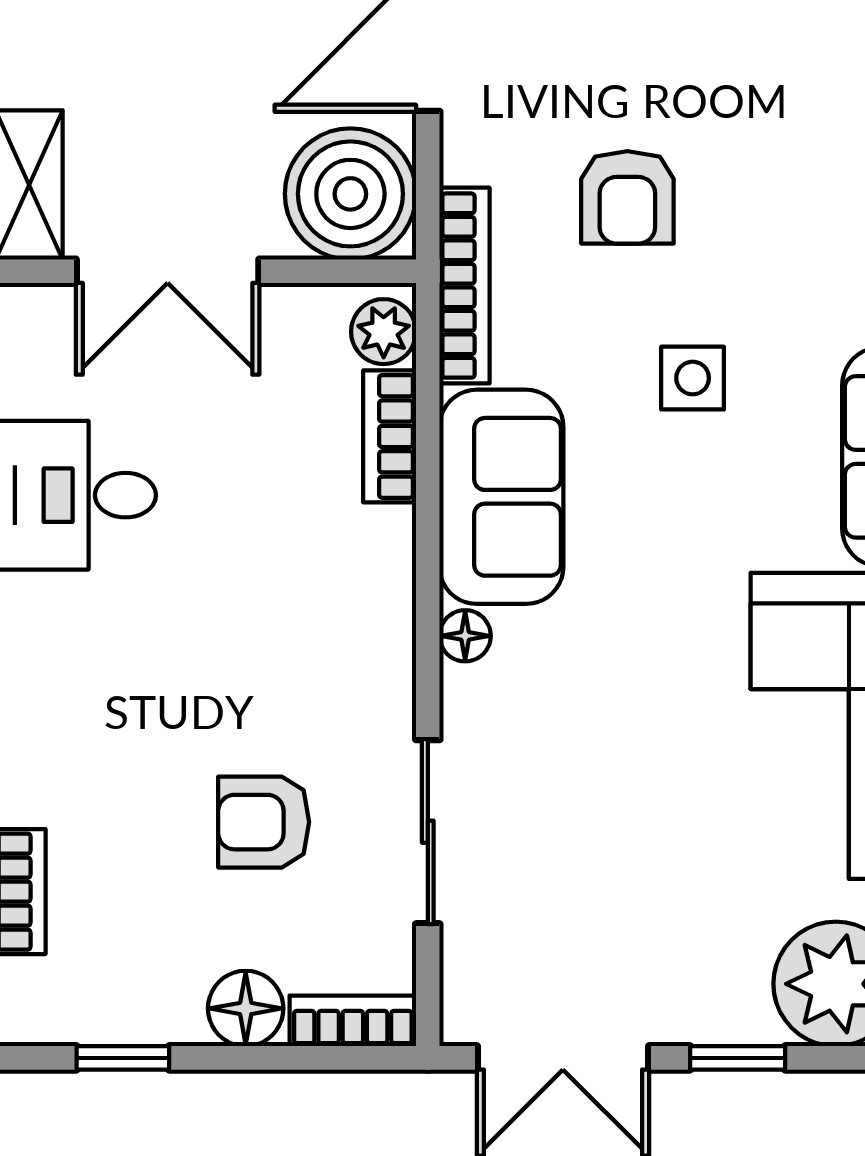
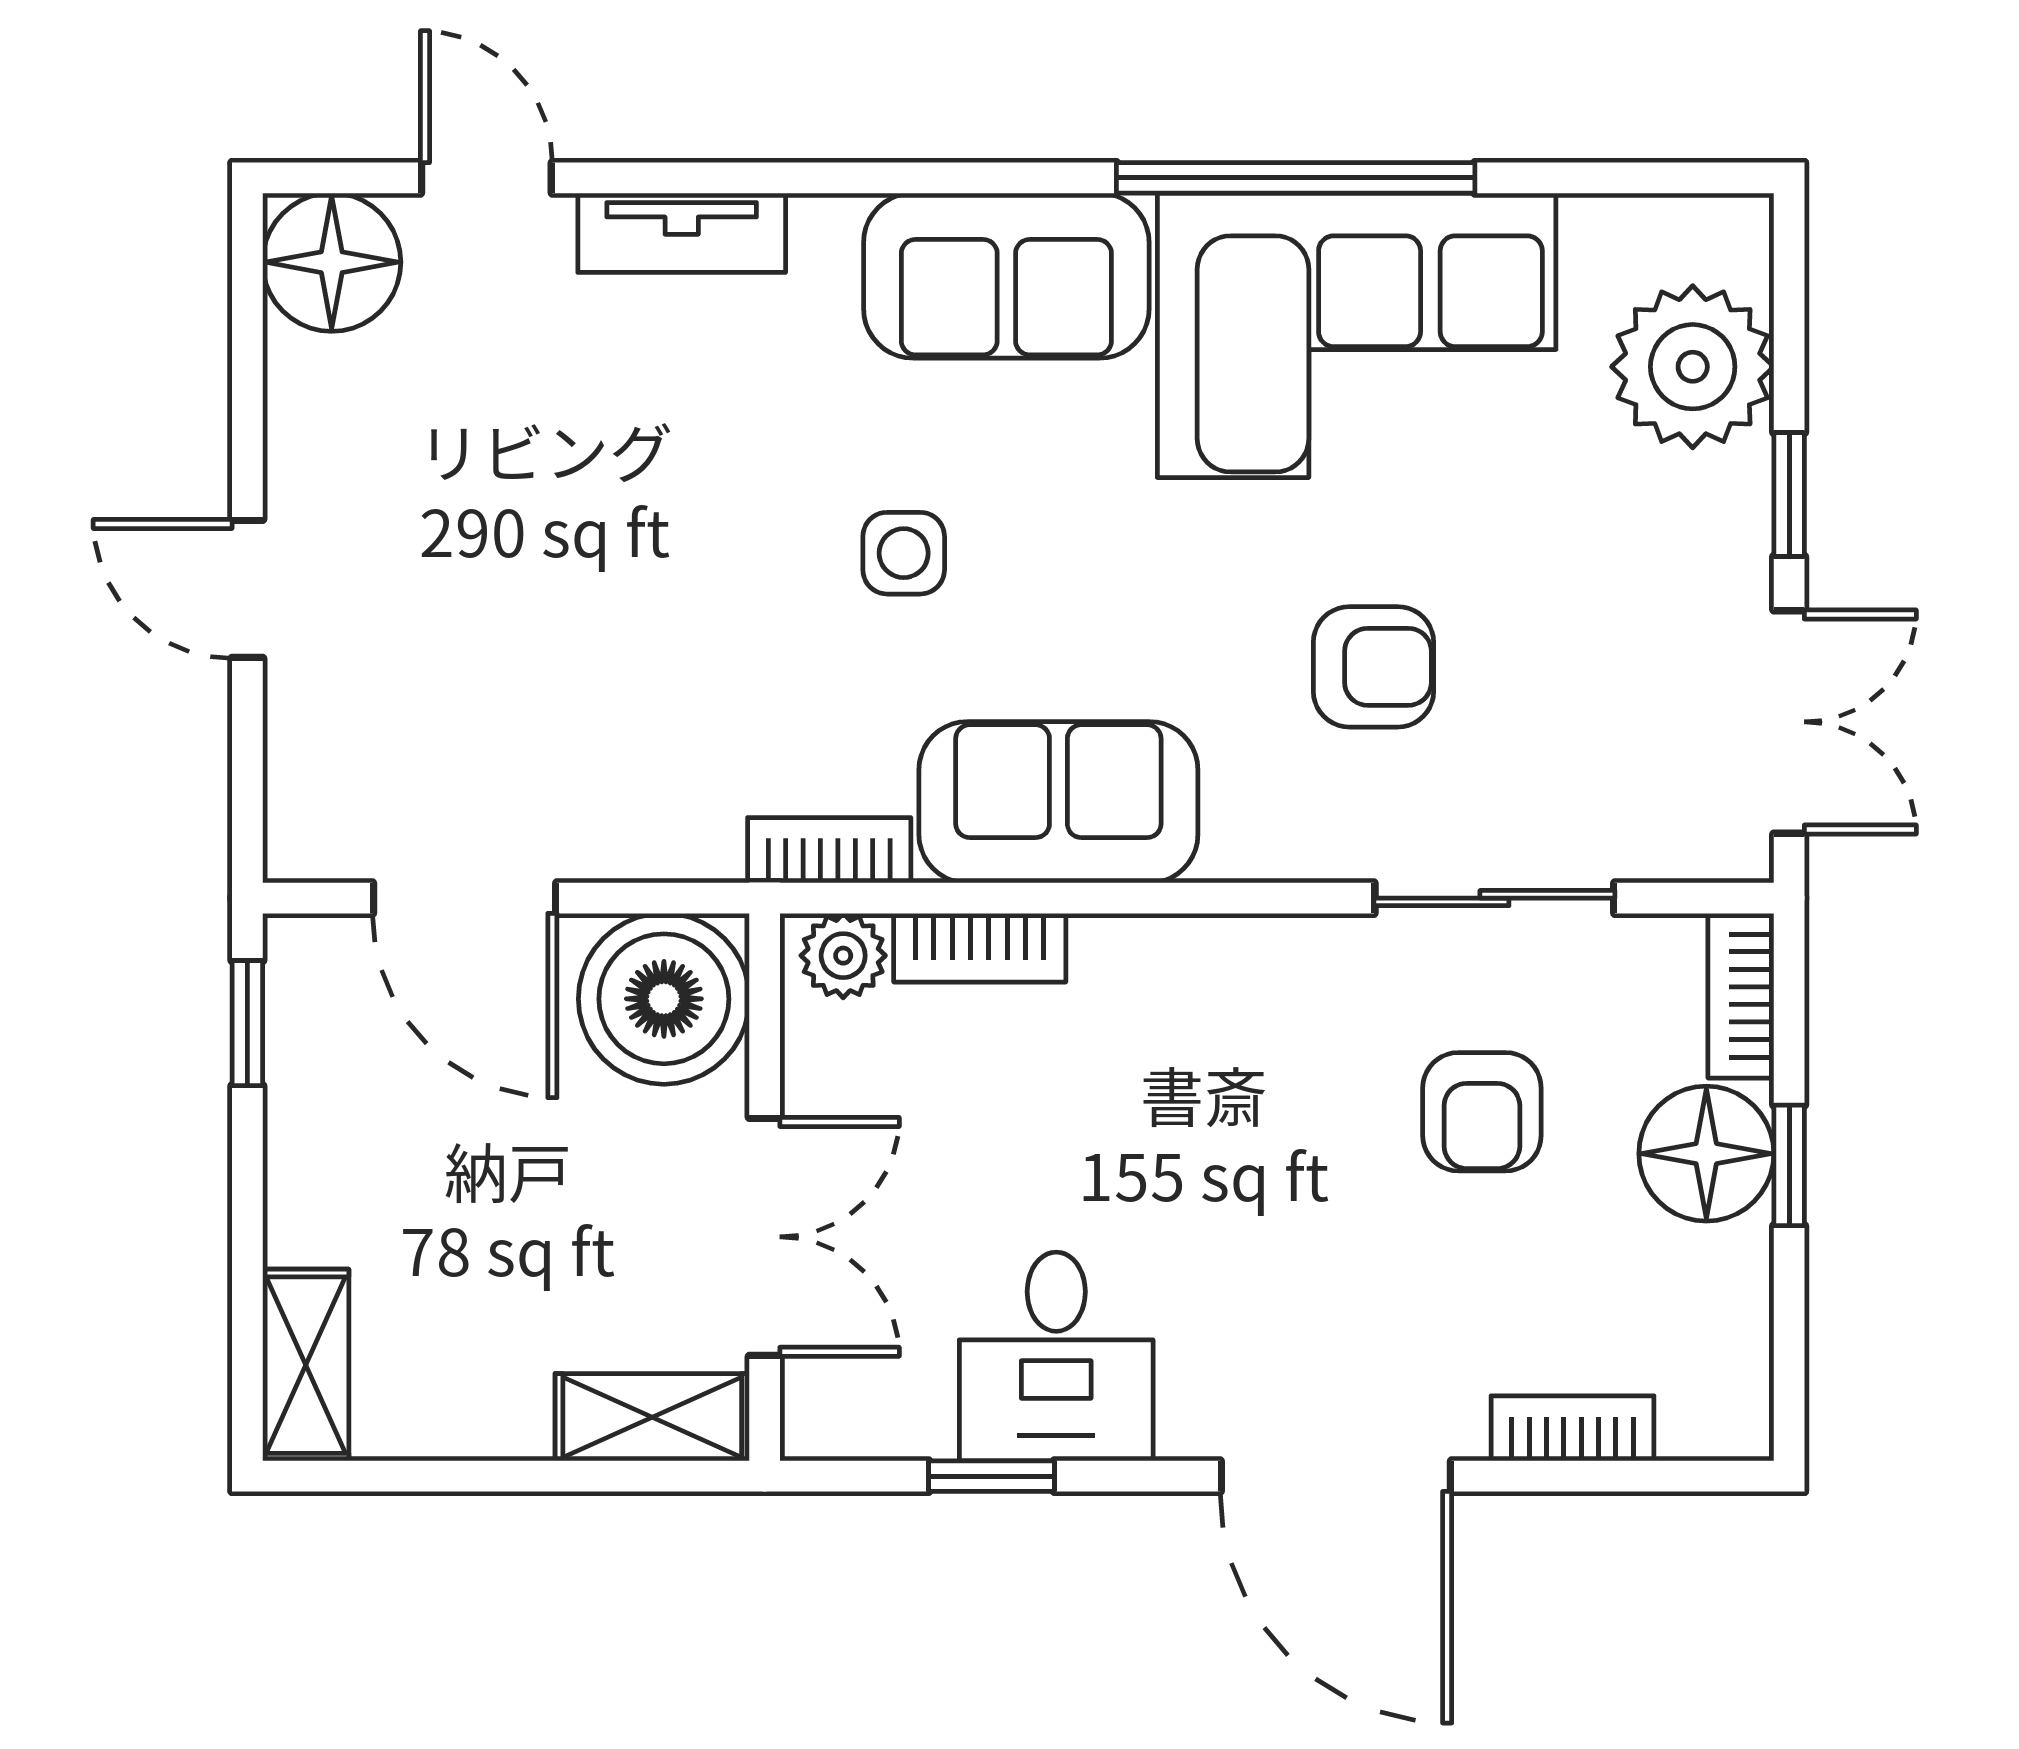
armchair: (627, 197) -> (1374, 667), moved
bookcase: (465, 286) -> (829, 850), width x0.64
floor lamp: (465, 636) -> (1239, 849), removed
floor lamp: (246, 1008) -> (1706, 1154), width x1.38, depth x1.38
window: (123, 1058) -> (1789, 1165), moved

